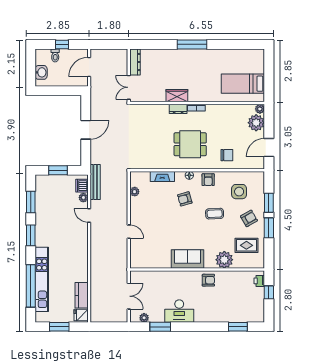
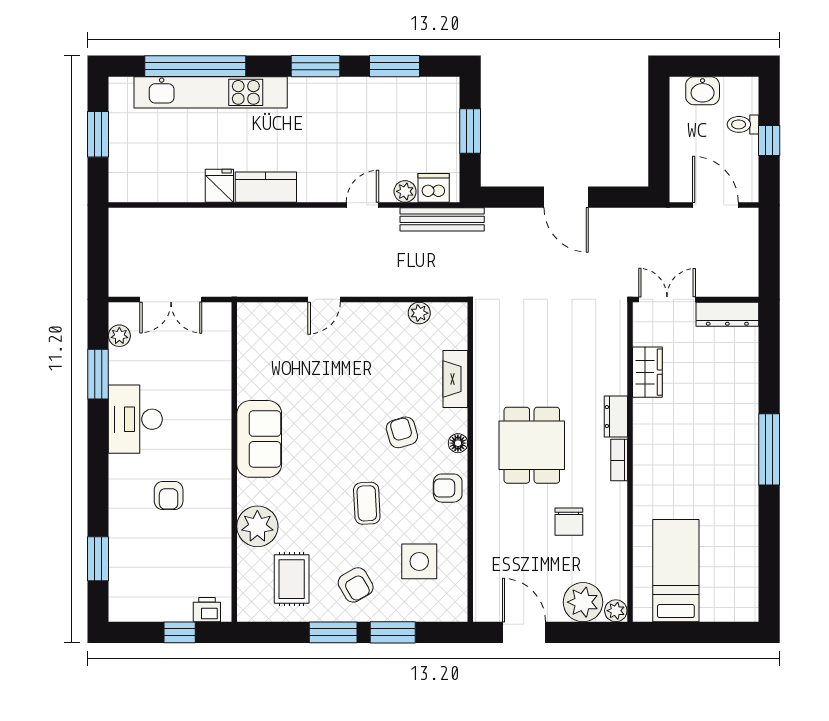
wardrobe: (177, 96) -> (647, 372), moved
chair: (227, 155) -> (569, 522), moved
armchair: (208, 280) -> (169, 495), moved
kitchen counter: (82, 295) -> (266, 187), moved
fridge: (81, 315) -> (219, 186), moved

